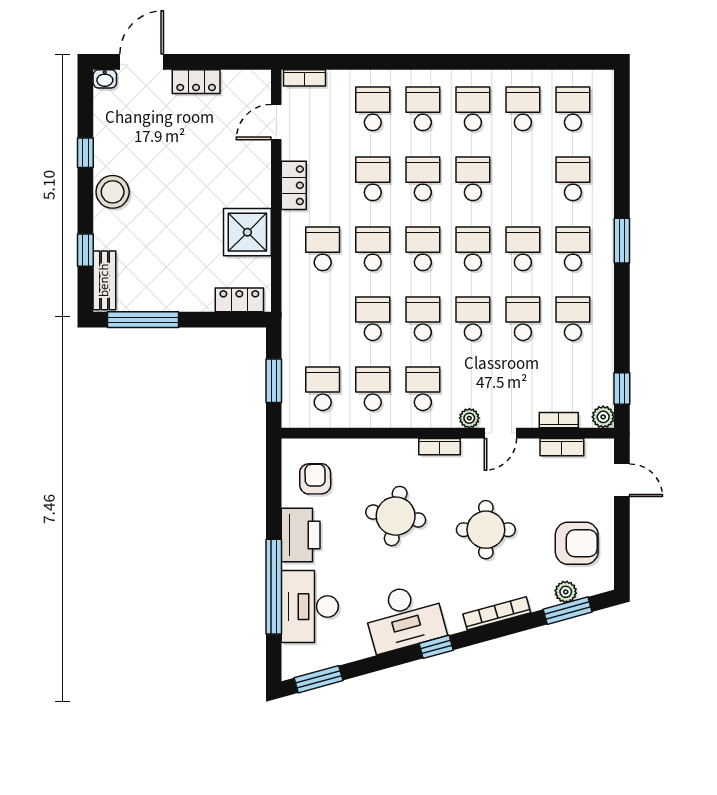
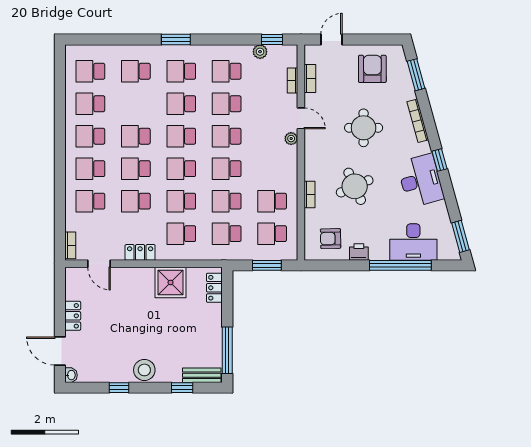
school desk: (423, 389) -> (227, 234), moved
plant: (603, 417) -> (260, 52), moved
bookcase: (439, 447) -> (310, 194), moved
round table: (396, 516) -> (355, 186), turned -34
printer: (301, 535) -> (359, 252), width x0.53, depth x0.68
plant: (566, 592) -> (404, 76), removed

